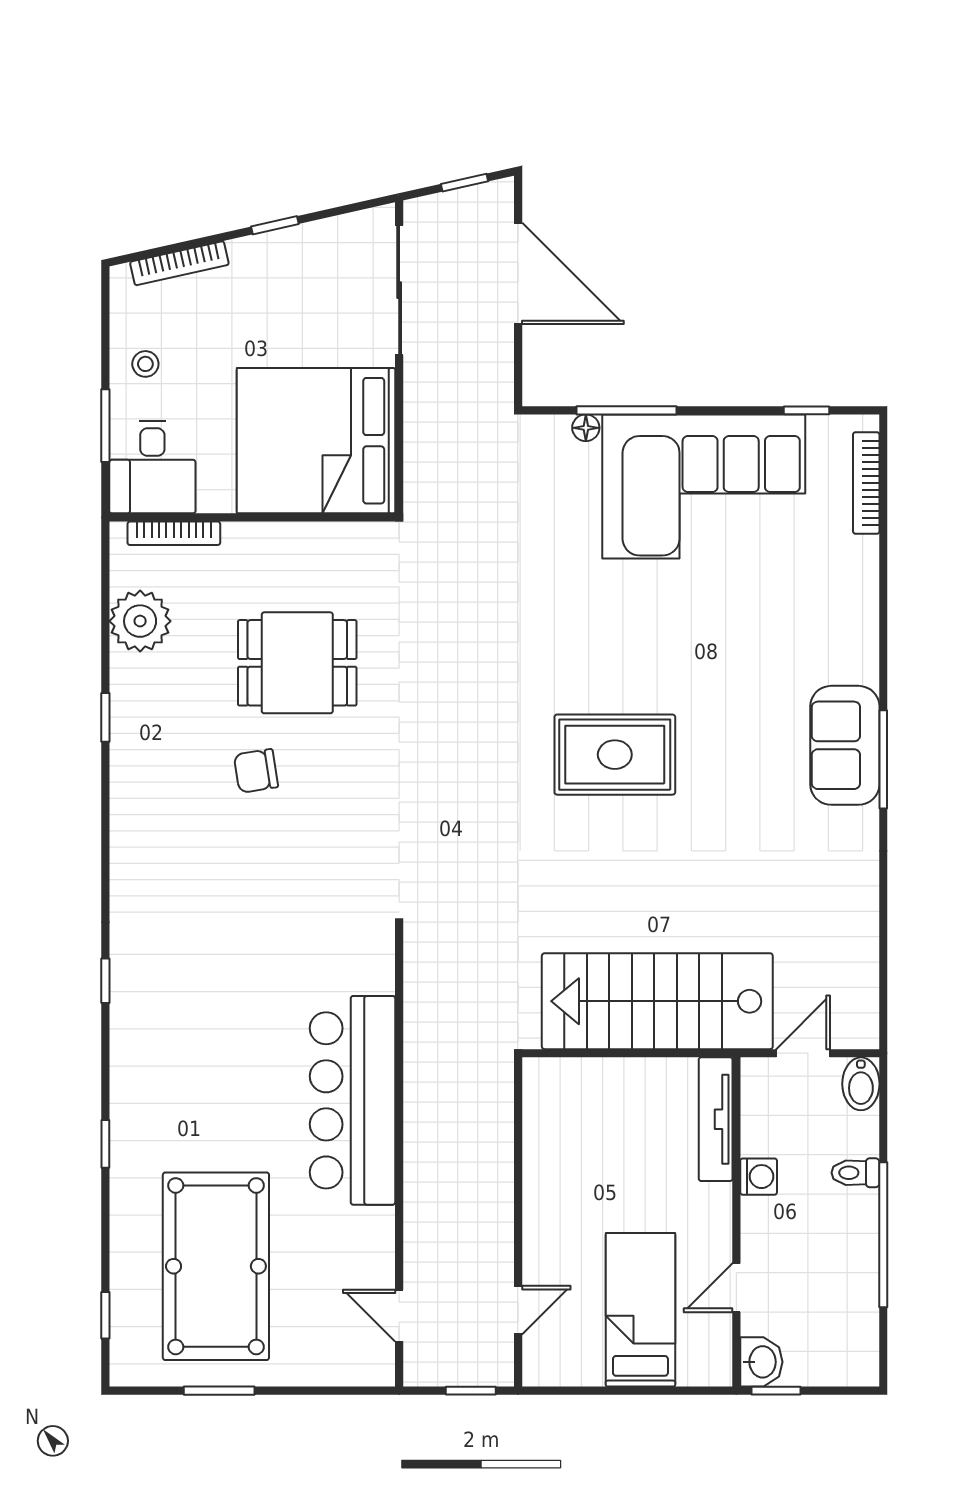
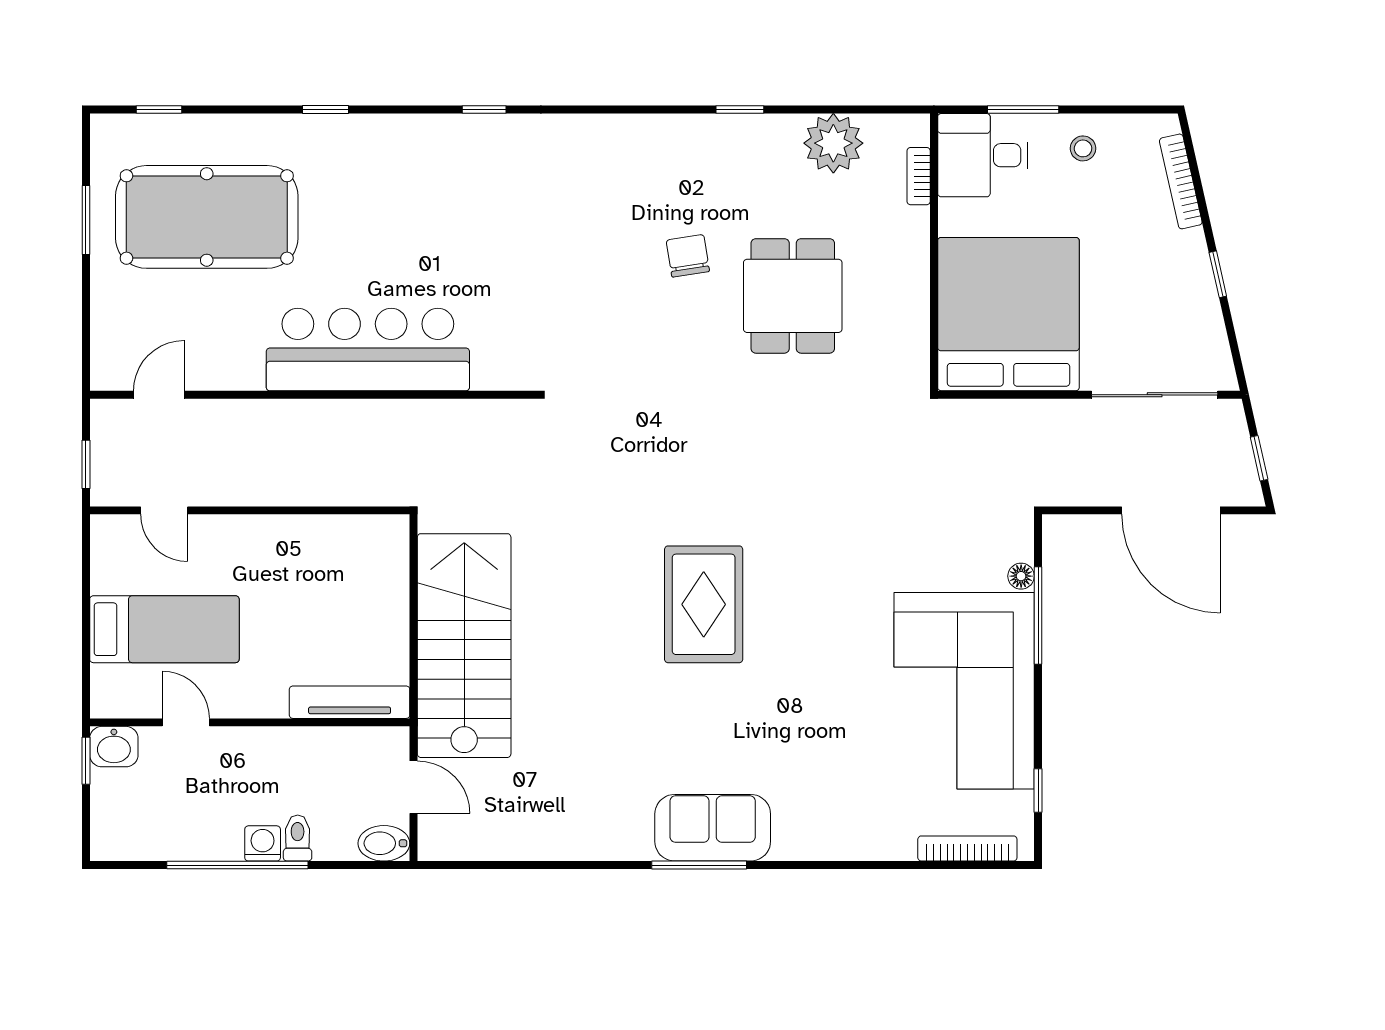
door: (518, 273) -> (1171, 510), hinge flipped
bookcase: (174, 533) -> (919, 176), width x0.64
washing machine: (759, 1177) -> (263, 843), moved, turned 180

